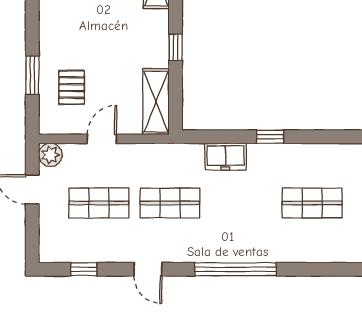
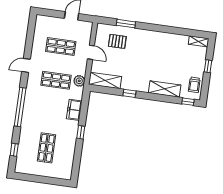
plant: (50, 155) -> (79, 81), moved
shop shelf: (99, 203) -> (61, 47), turned 90
shop shelf: (170, 203) -> (56, 80), turned 90
window: (84, 269) -> (14, 150), moved

